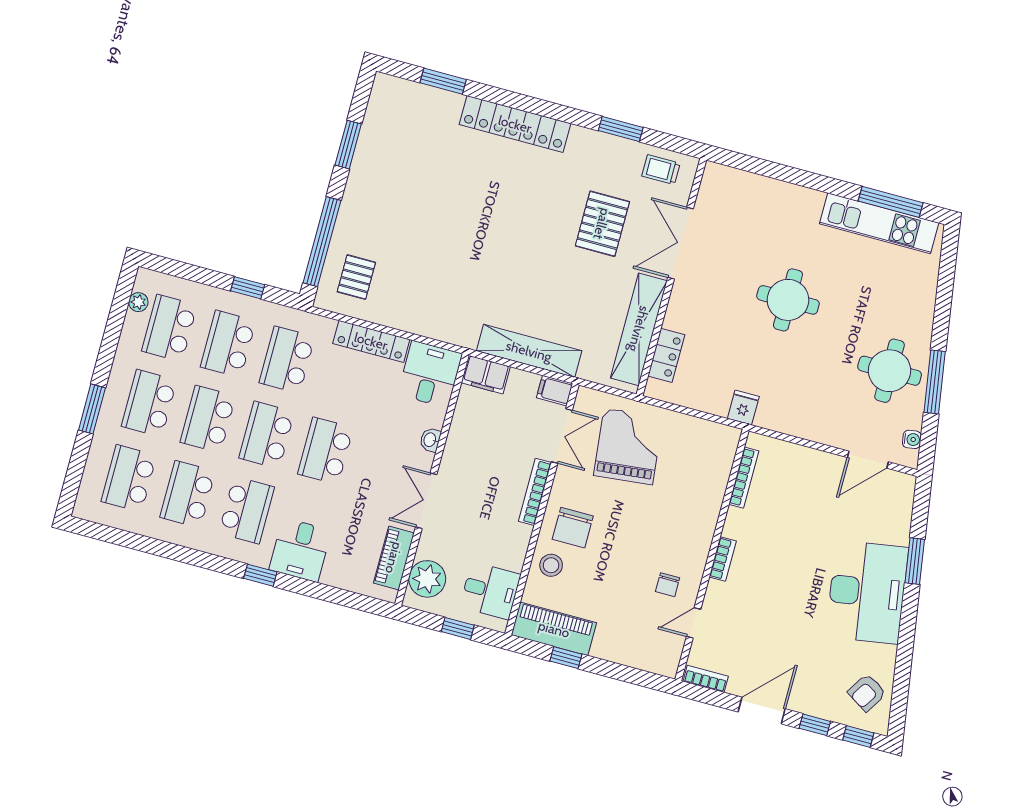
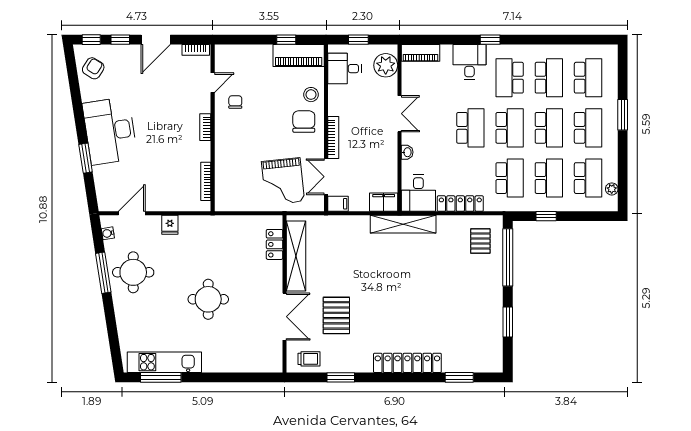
shelving: (529, 351) -> (403, 224), moved
fridge: (743, 408) -> (170, 225), moved
piano: (394, 558) -> (420, 53), moved, turned 90

